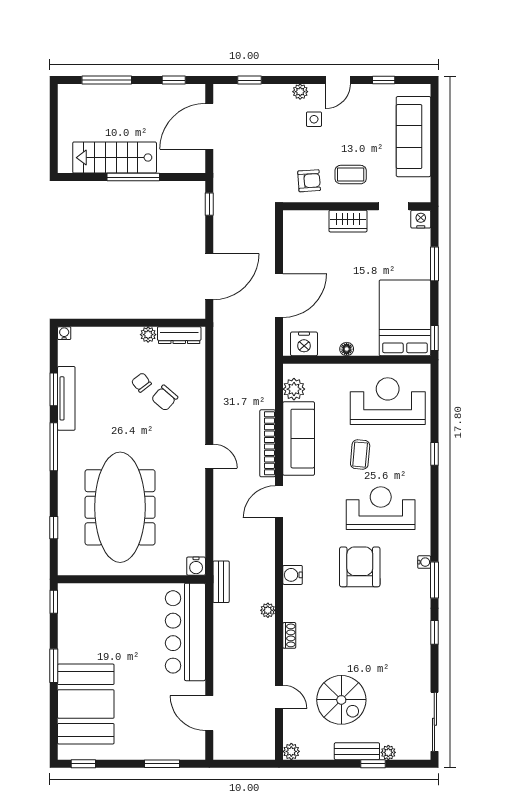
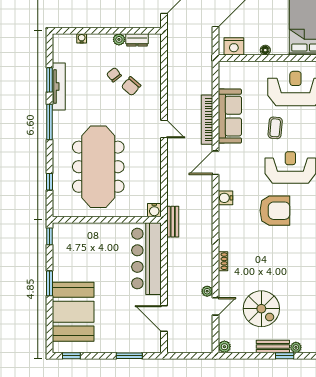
water cooler: (64, 333) -> (82, 38), moved
dresser: (179, 335) -> (137, 40), width x0.70
plant: (294, 389) -> (226, 80), removed
armchair: (360, 567) -> (275, 211), turned 90
water cooler: (293, 575) -> (225, 198), moved
plant: (268, 610) -> (207, 291), moved
door: (279, 697) -> (215, 306), hinge flipped

